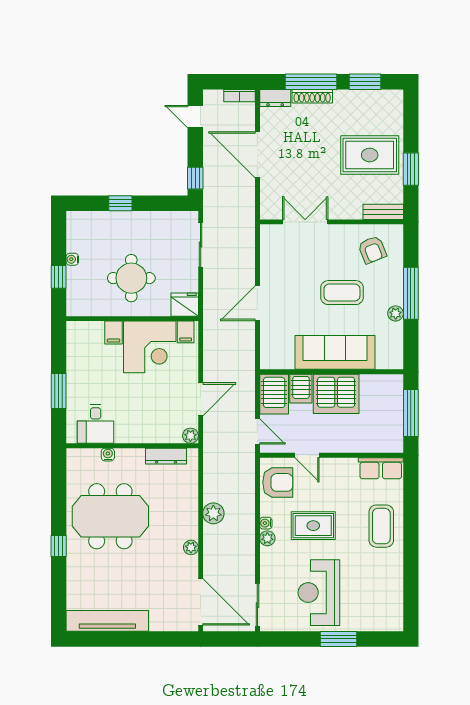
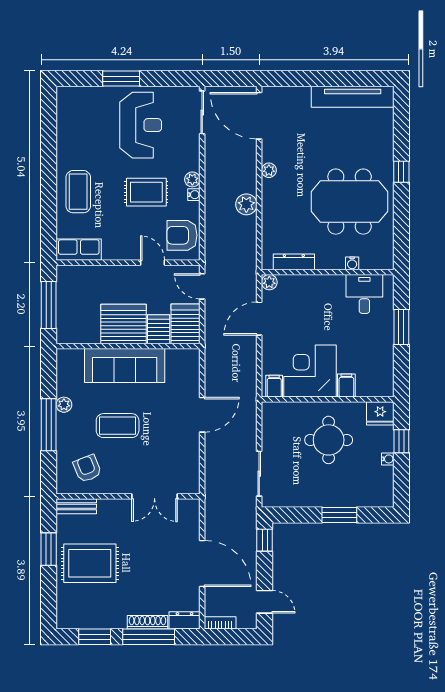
window: (120, 203) -> (339, 515), width x1.50
fridge: (185, 305) -> (380, 413), moved

